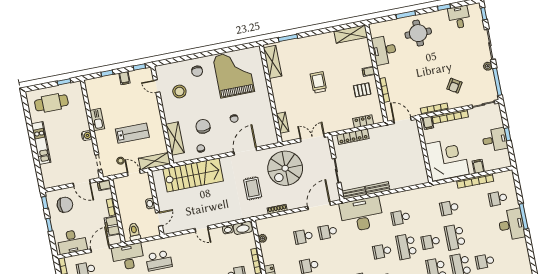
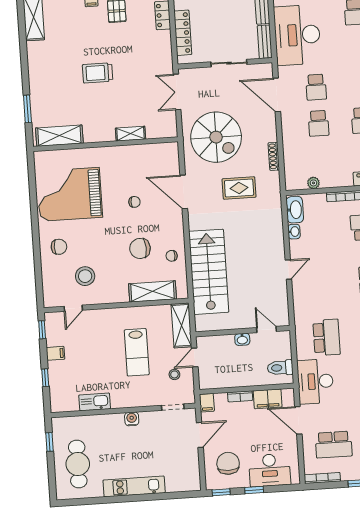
kitchen sink: (97, 120) -> (95, 402), moved
shelving: (283, 123) -> (131, 134), moved
lab bench: (132, 133) -> (137, 352), turned 180
desk: (72, 242) -> (270, 470), moved, turned 90

